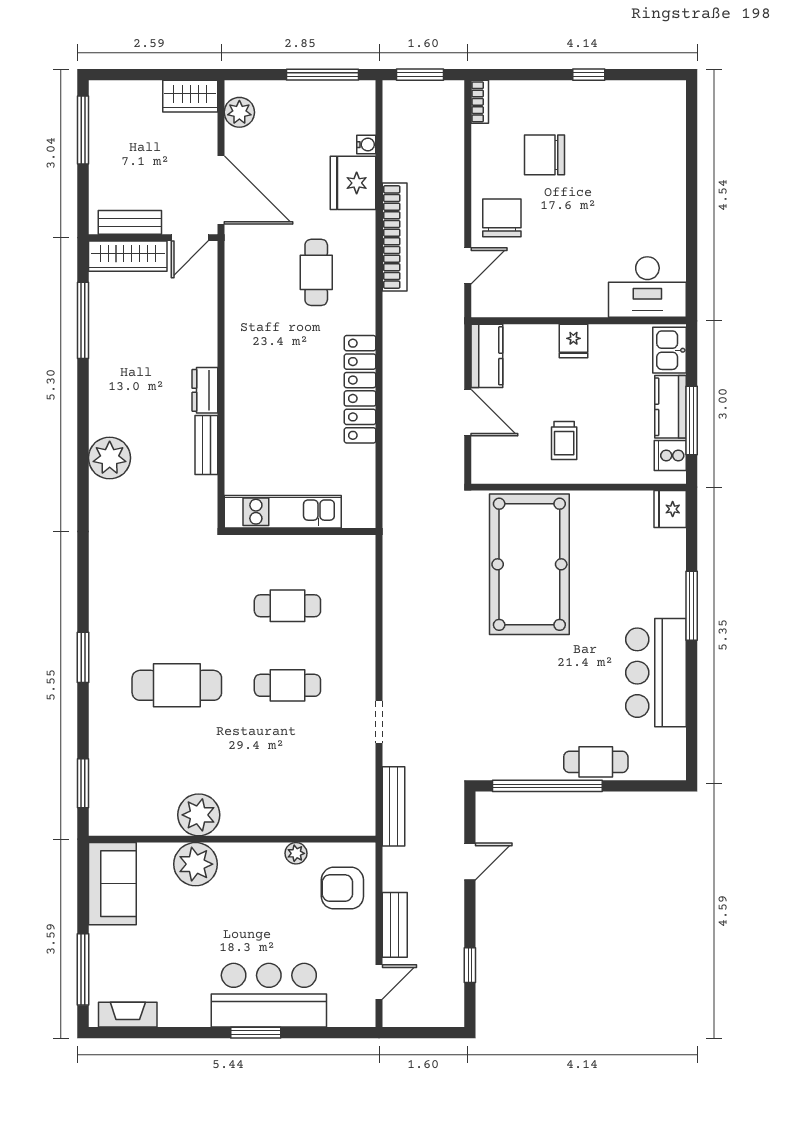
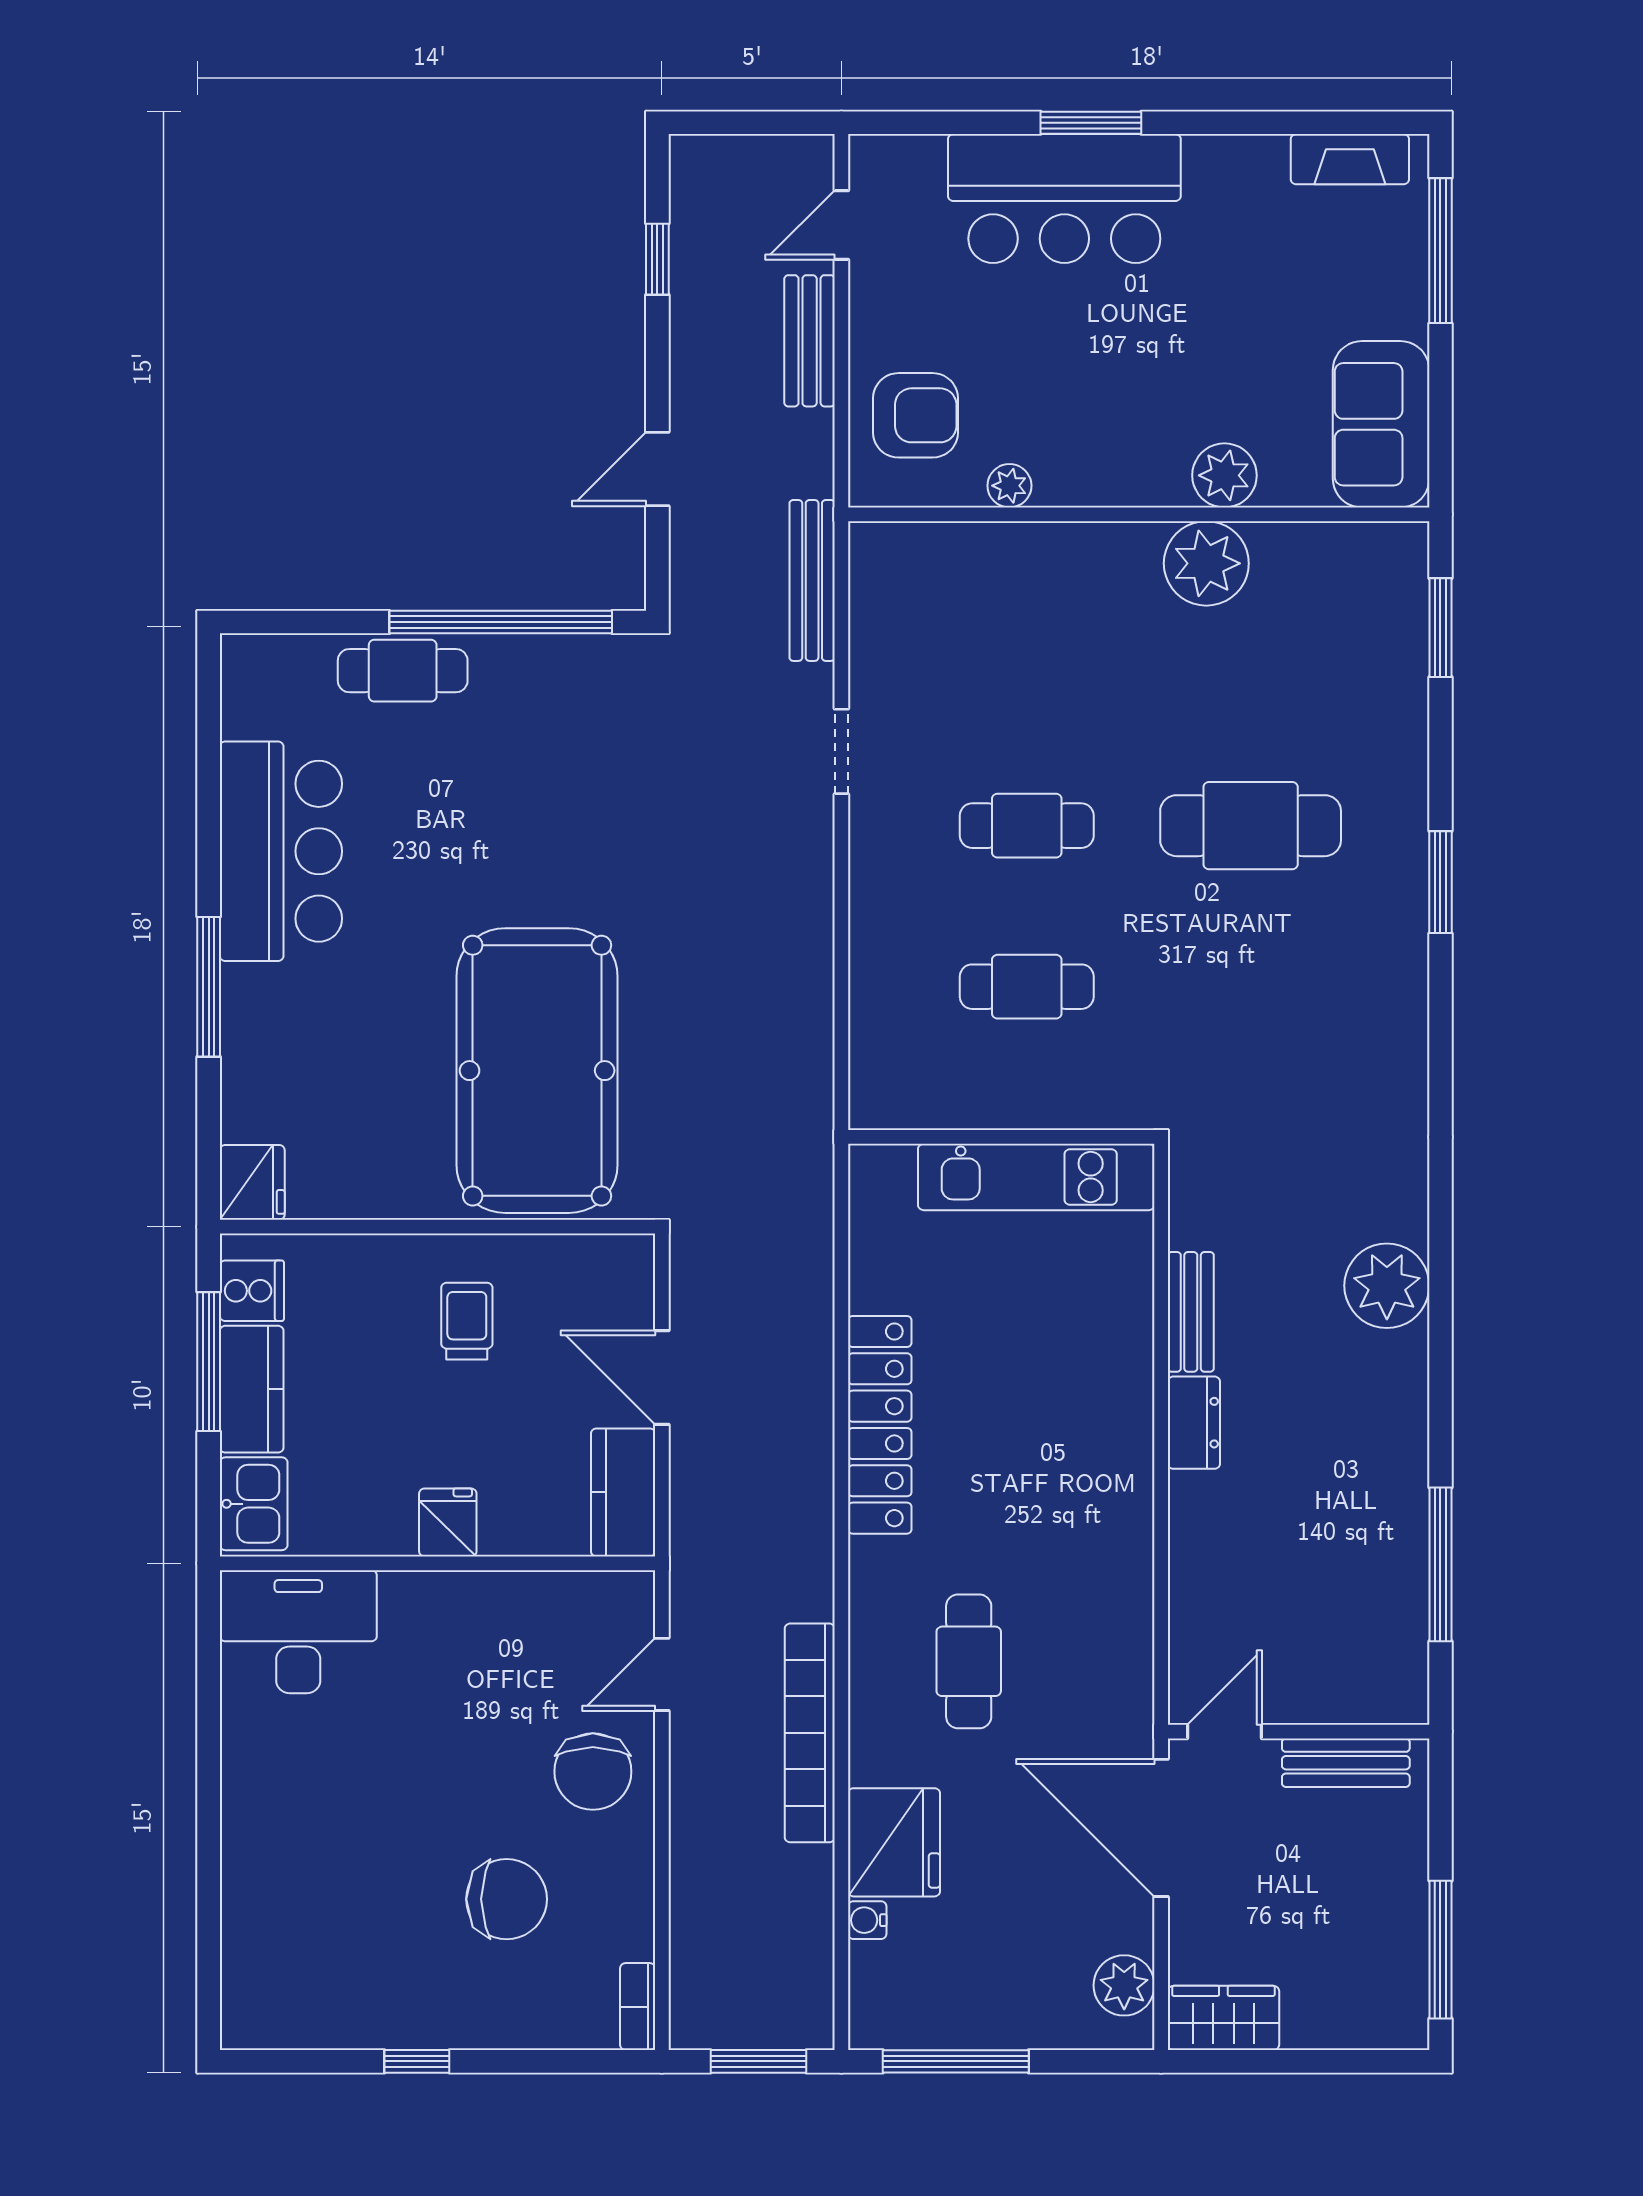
wardrobe: (128, 256) -> (1350, 1694), removed
plant: (196, 864) -> (1224, 475), width x0.73, depth x0.73

